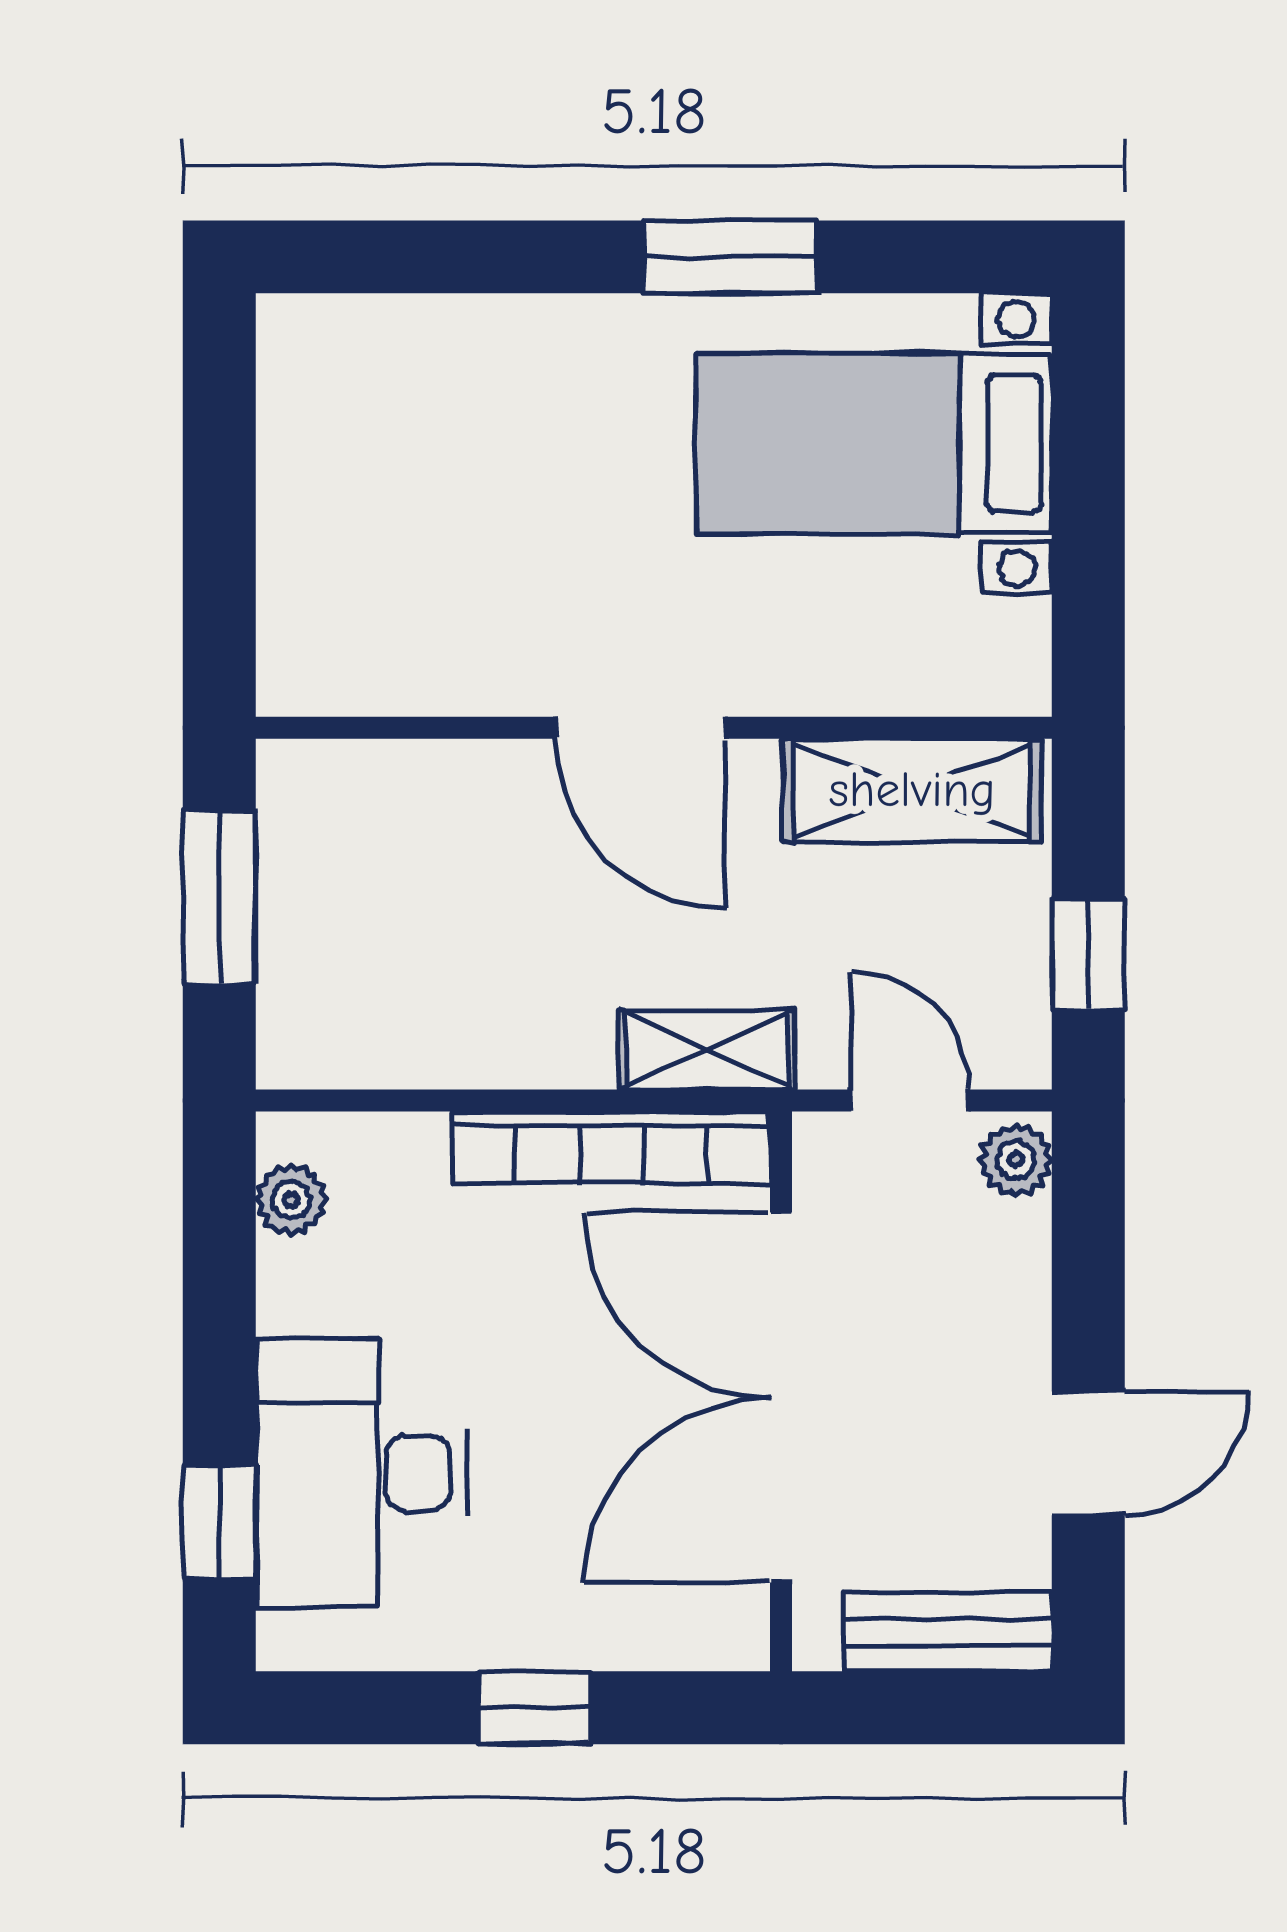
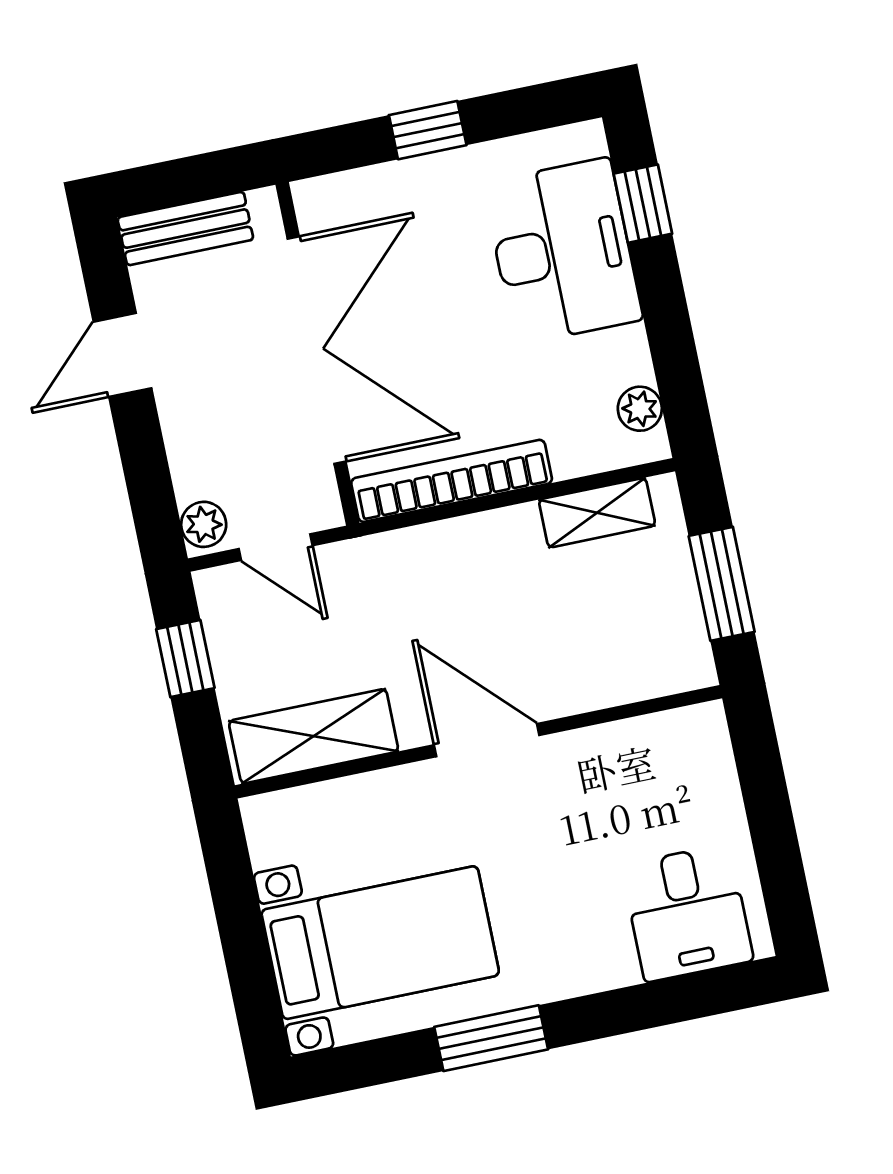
desk: (381, 390) -> (687, 913), added
shelving: (707, 1050) -> (597, 513), moved

